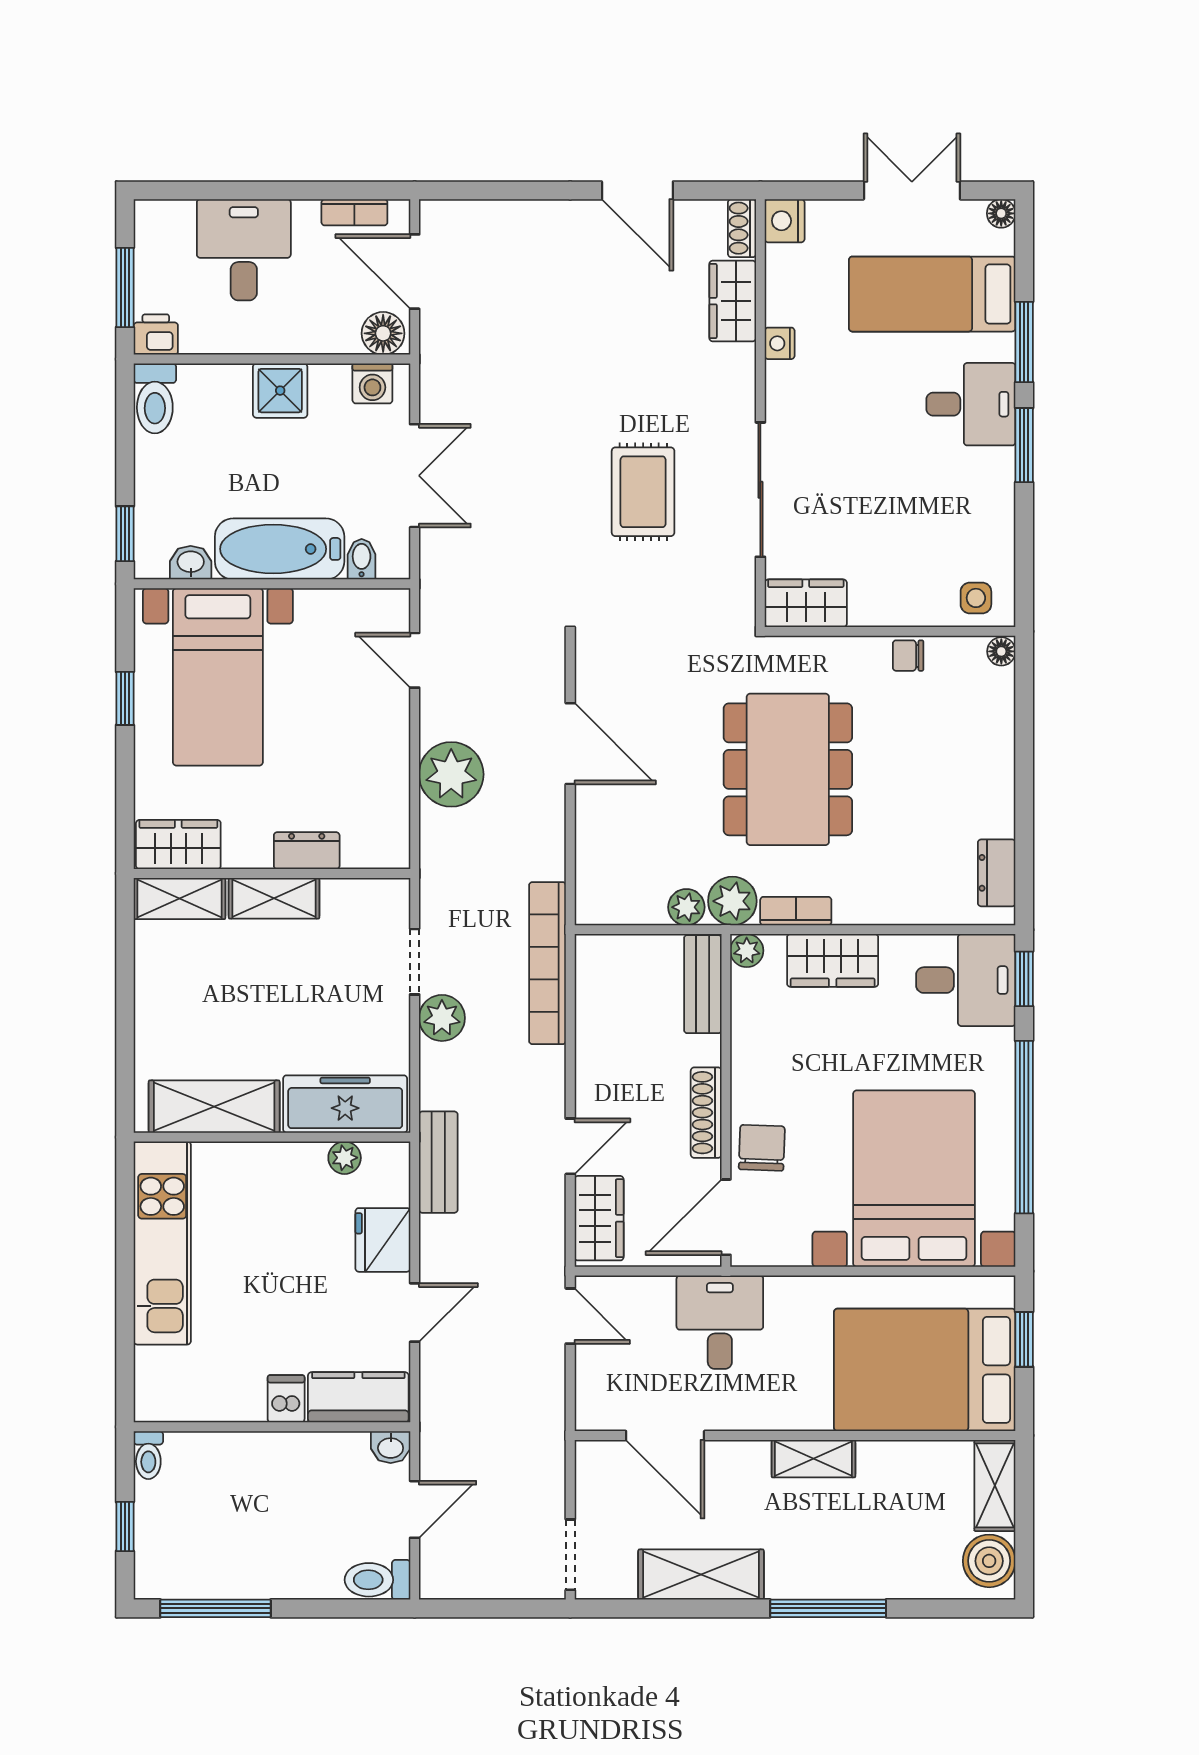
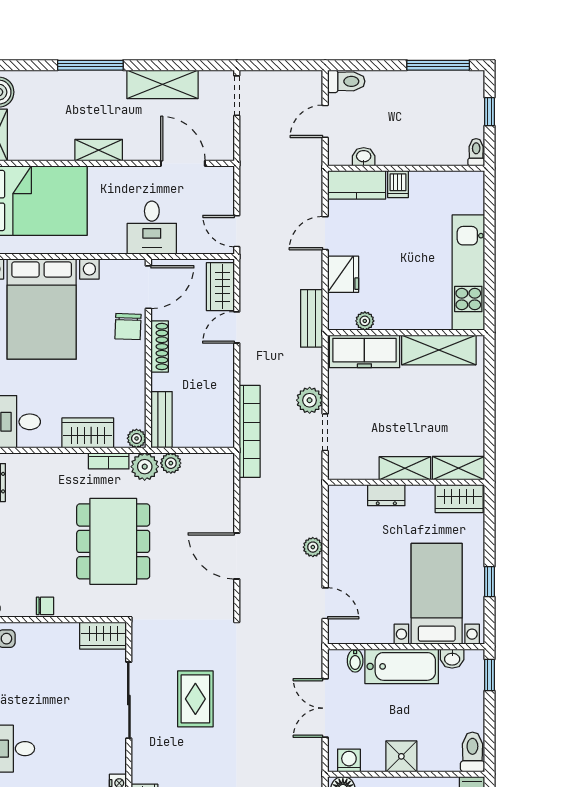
plant: (451, 774) -> (313, 547), width x0.53, depth x0.53
washbasin: (391, 1447) -> (364, 157), moved

